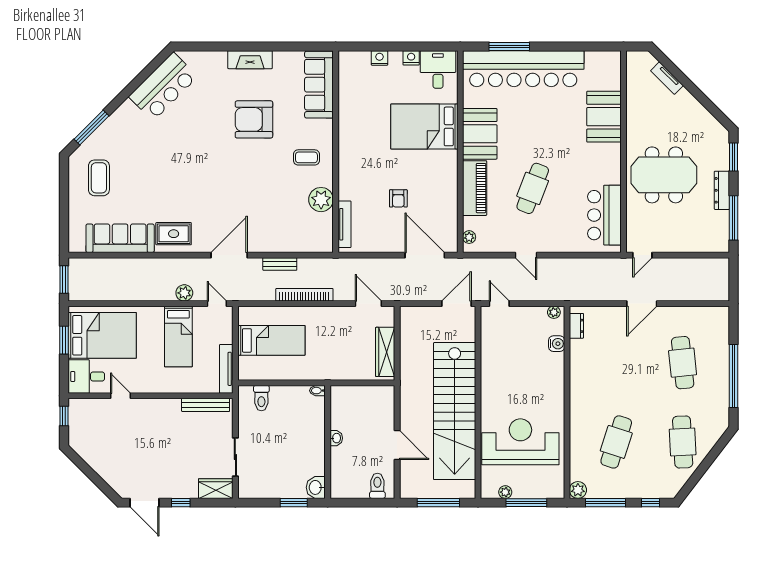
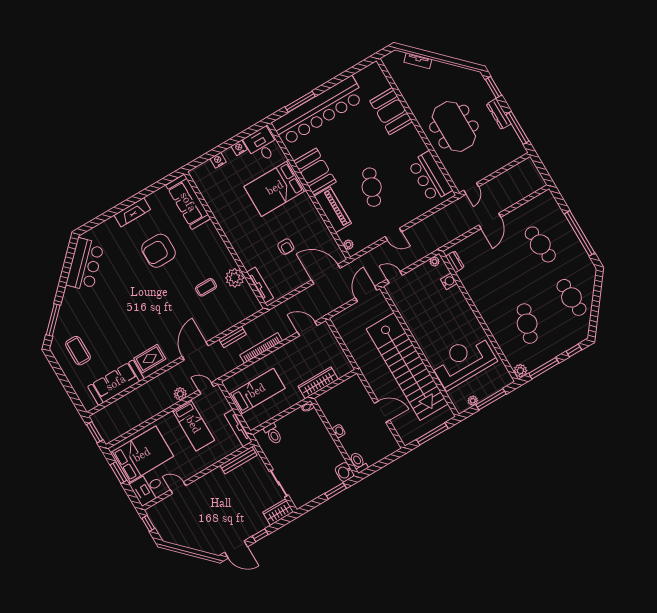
coffee table: (306, 157) -> (206, 287), moved
meeting table: (664, 175) -> (454, 127), turned 90
wardrobe: (385, 352) -> (318, 383), moved, turned 90
toilet: (377, 486) -> (358, 462), moved

